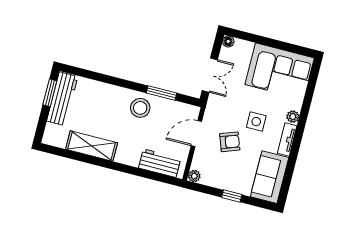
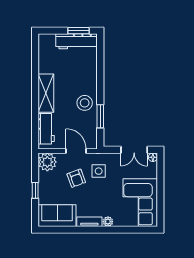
double door: (210, 75) -> (134, 150), moved
side table: (256, 122) -> (99, 171), moved
shelving: (92, 146) -> (46, 93), moved
plant: (194, 176) -> (47, 162), width x1.88, depth x1.88

